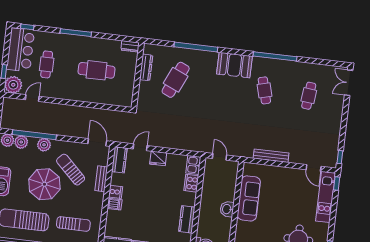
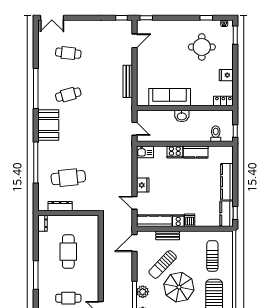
cafe table: (176, 80) -> (68, 178), turned -30
door: (219, 157) -> (134, 129), swing flipped
kitchen counter: (119, 160) -> (154, 221), width x1.50
cooker: (191, 183) -> (175, 152), moved
kitchen unit: (326, 197) -> (160, 26), removed

